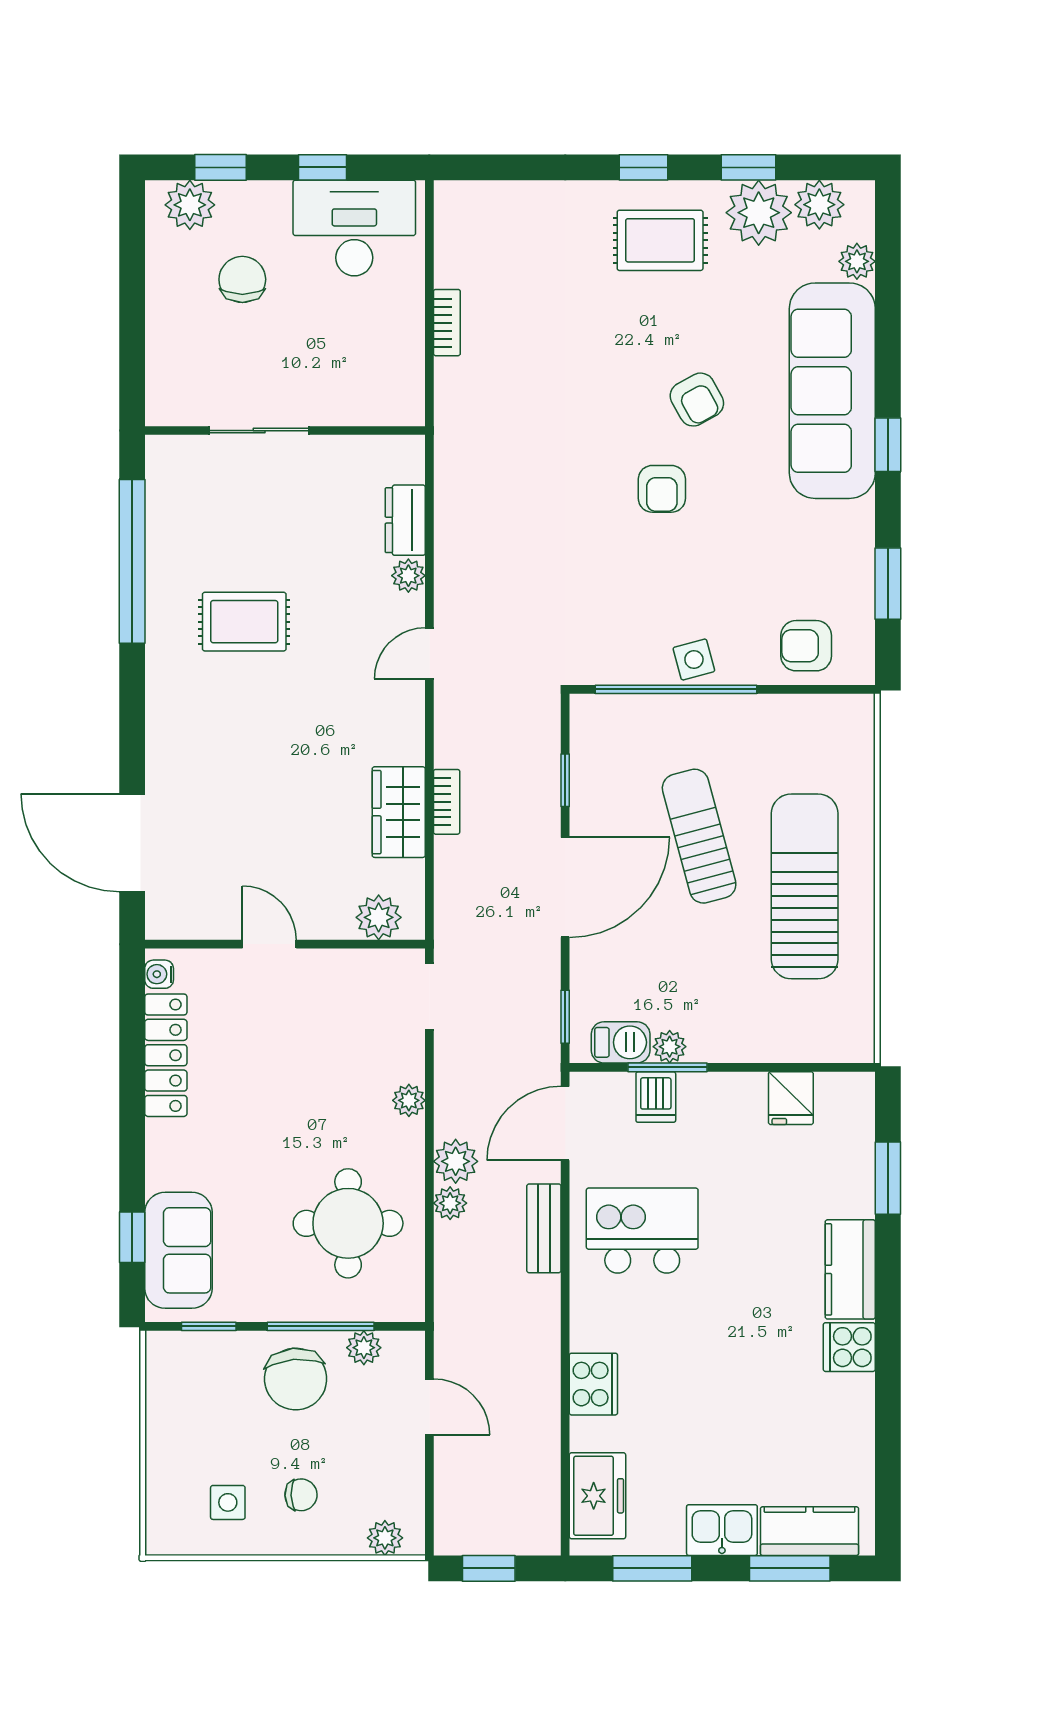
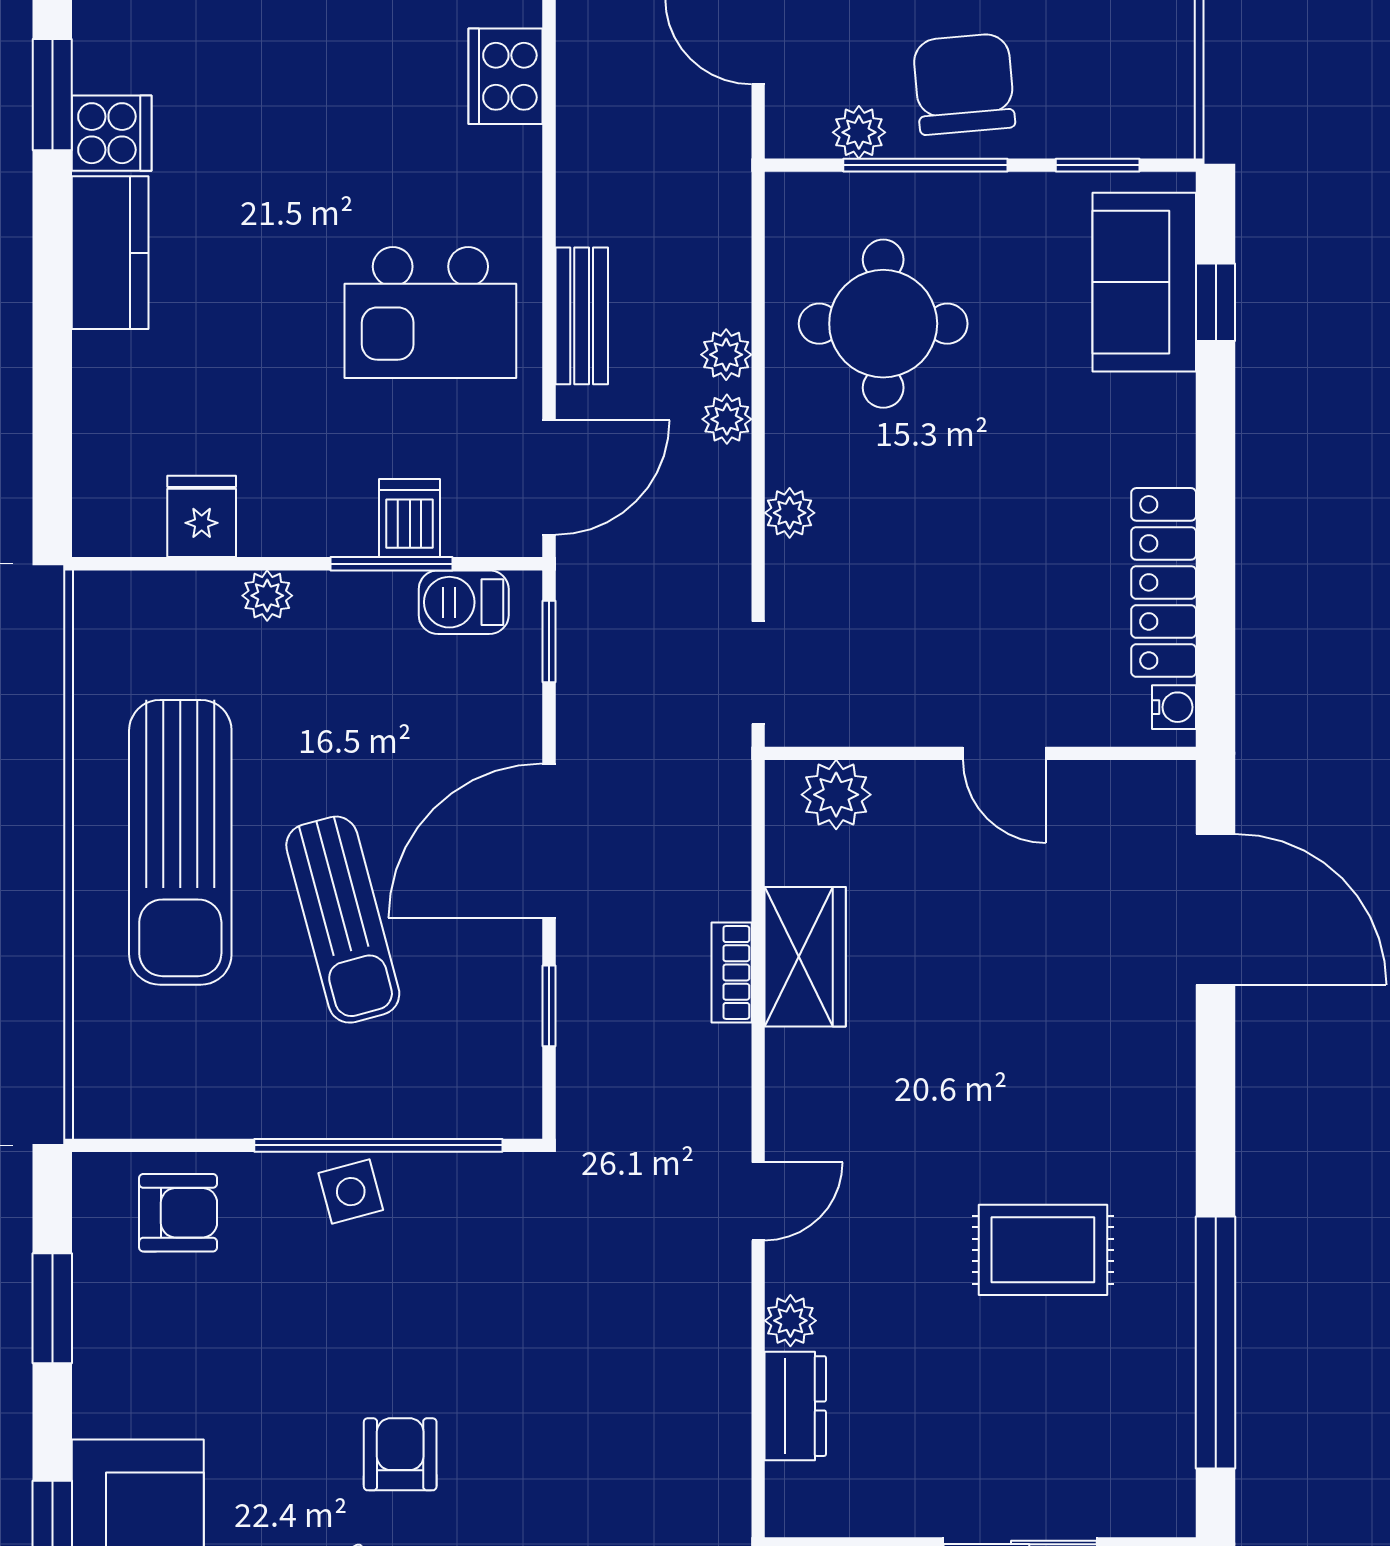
plant: (670, 1047) -> (267, 596), moved
plant: (456, 1161) -> (727, 419), width x0.73, depth x0.73
window: (888, 1178) -> (52, 95), moved

